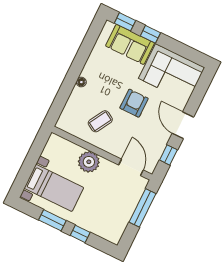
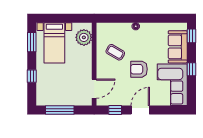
window: (150, 34) -> (191, 69), moved
armchair: (134, 103) -> (139, 69), turned 180
plant: (89, 162) -> (84, 37), moved
window: (142, 208) -> (60, 110), moved
window: (52, 220) -> (32, 42), moved

